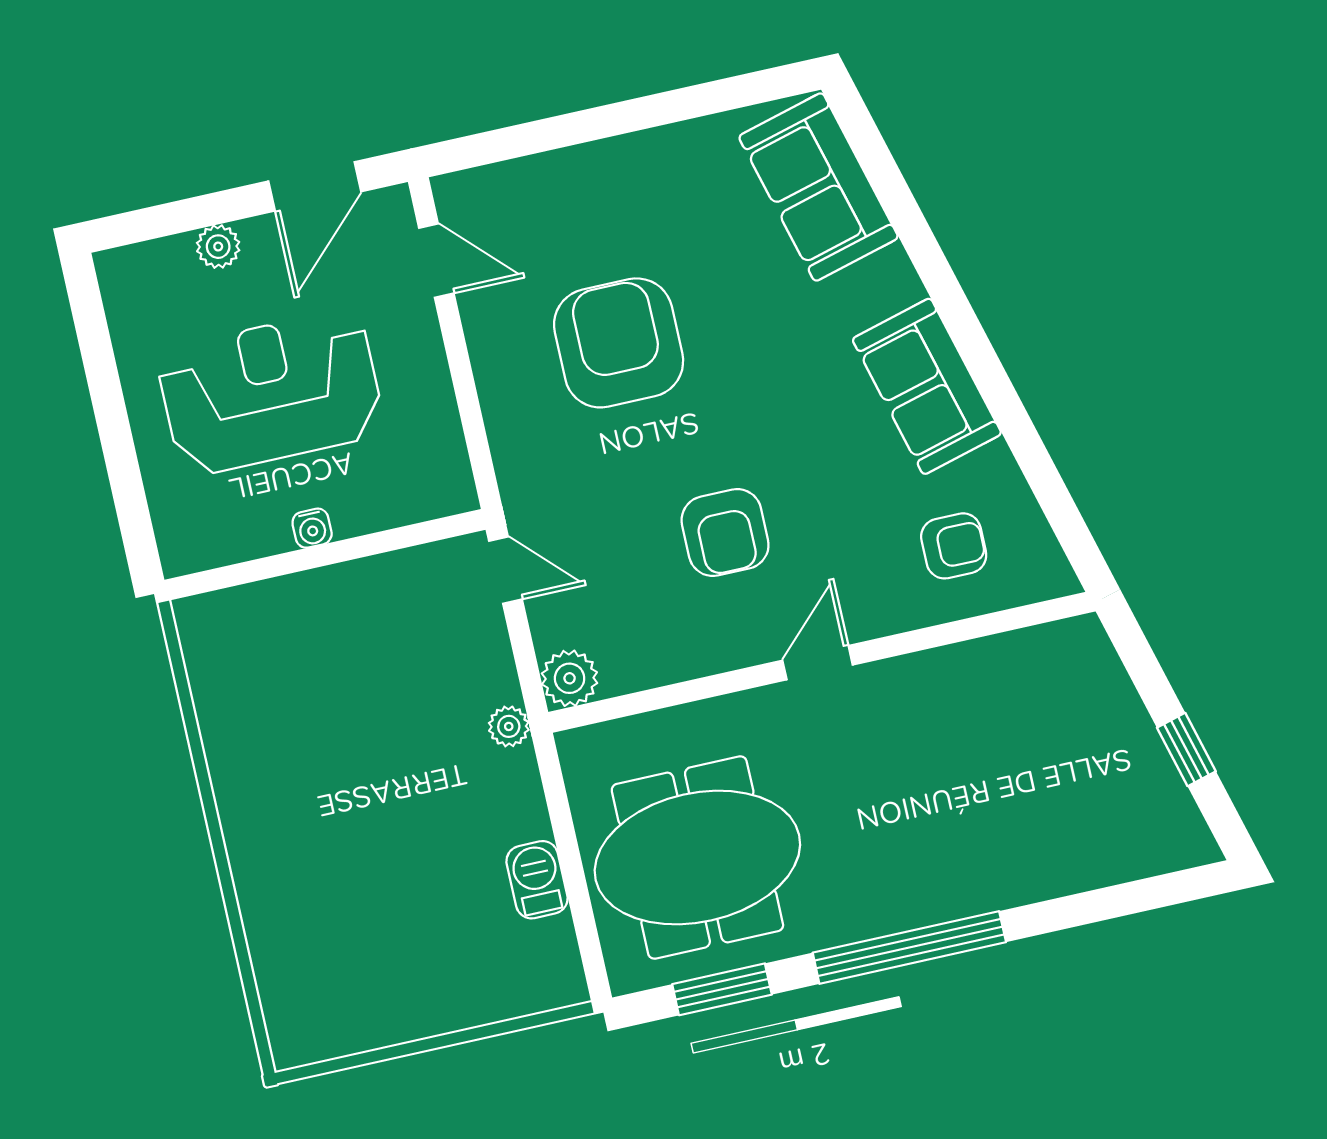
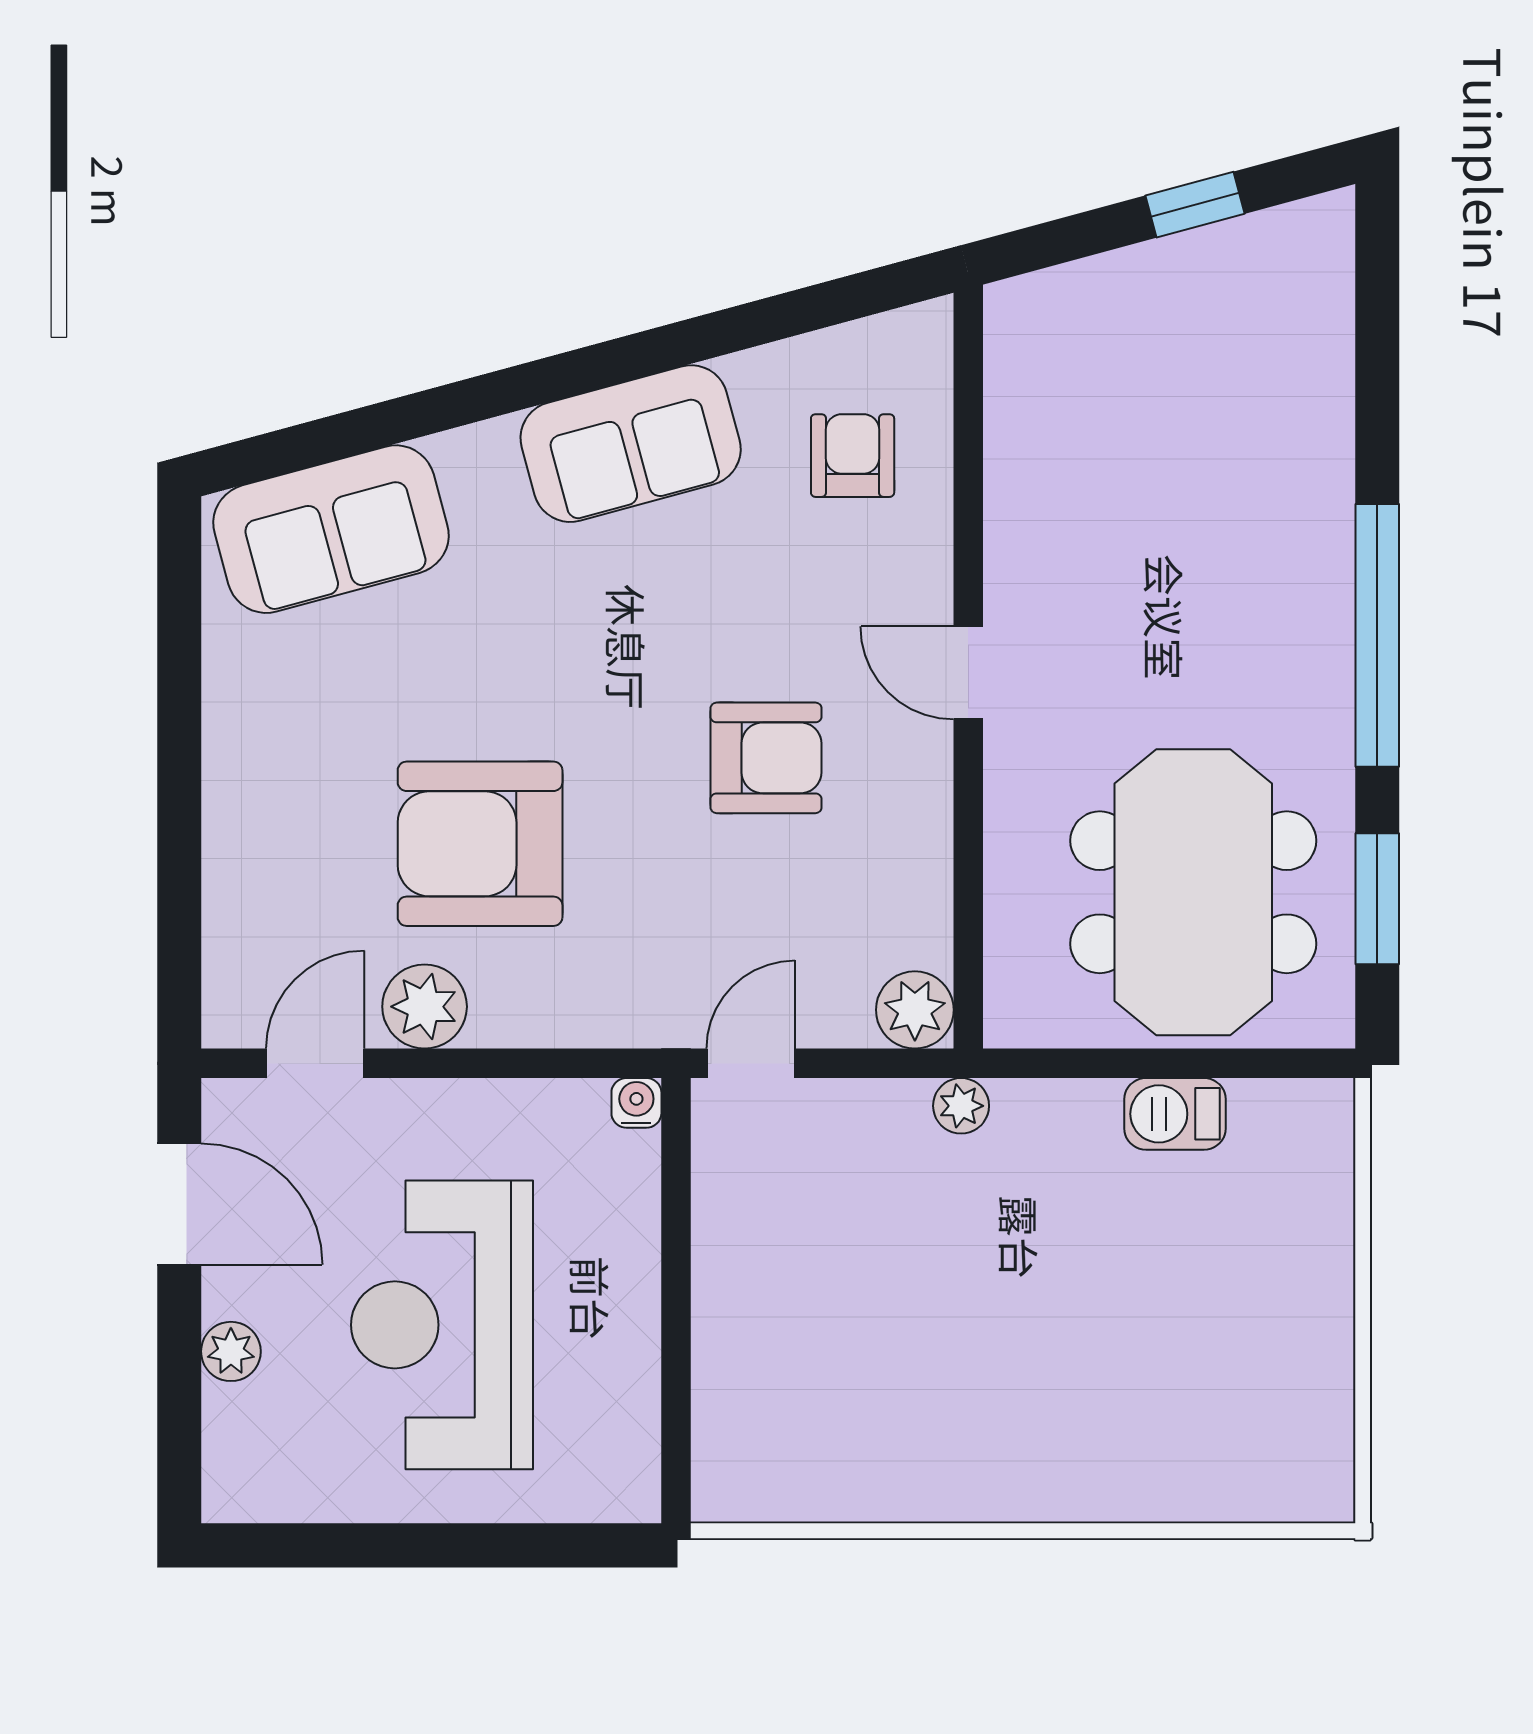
plant: (494, 329) -> (425, 1007), added
water cooler: (312, 528) -> (636, 1103), moved, turned -90

